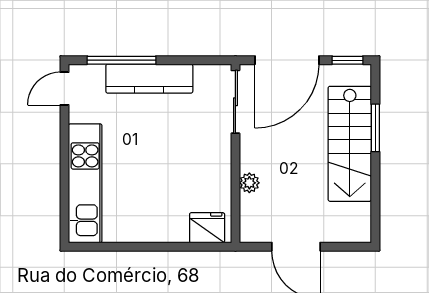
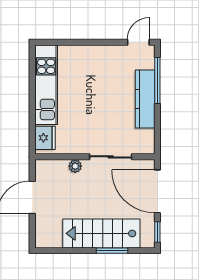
door: (64, 89) -> (138, 42), hinge flipped
sliding door: (235, 102) -> (111, 157), moved
kitchen unit: (85, 183) -> (46, 85), moved, turned -90

